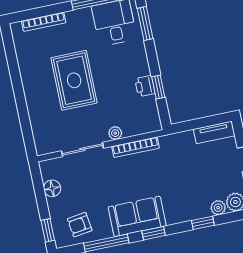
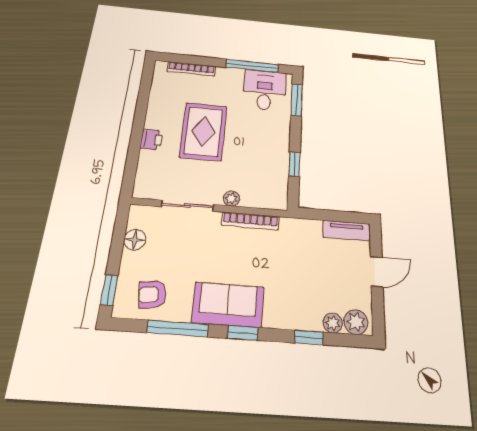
printer: (145, 86) -> (151, 139), moved, turned 180

